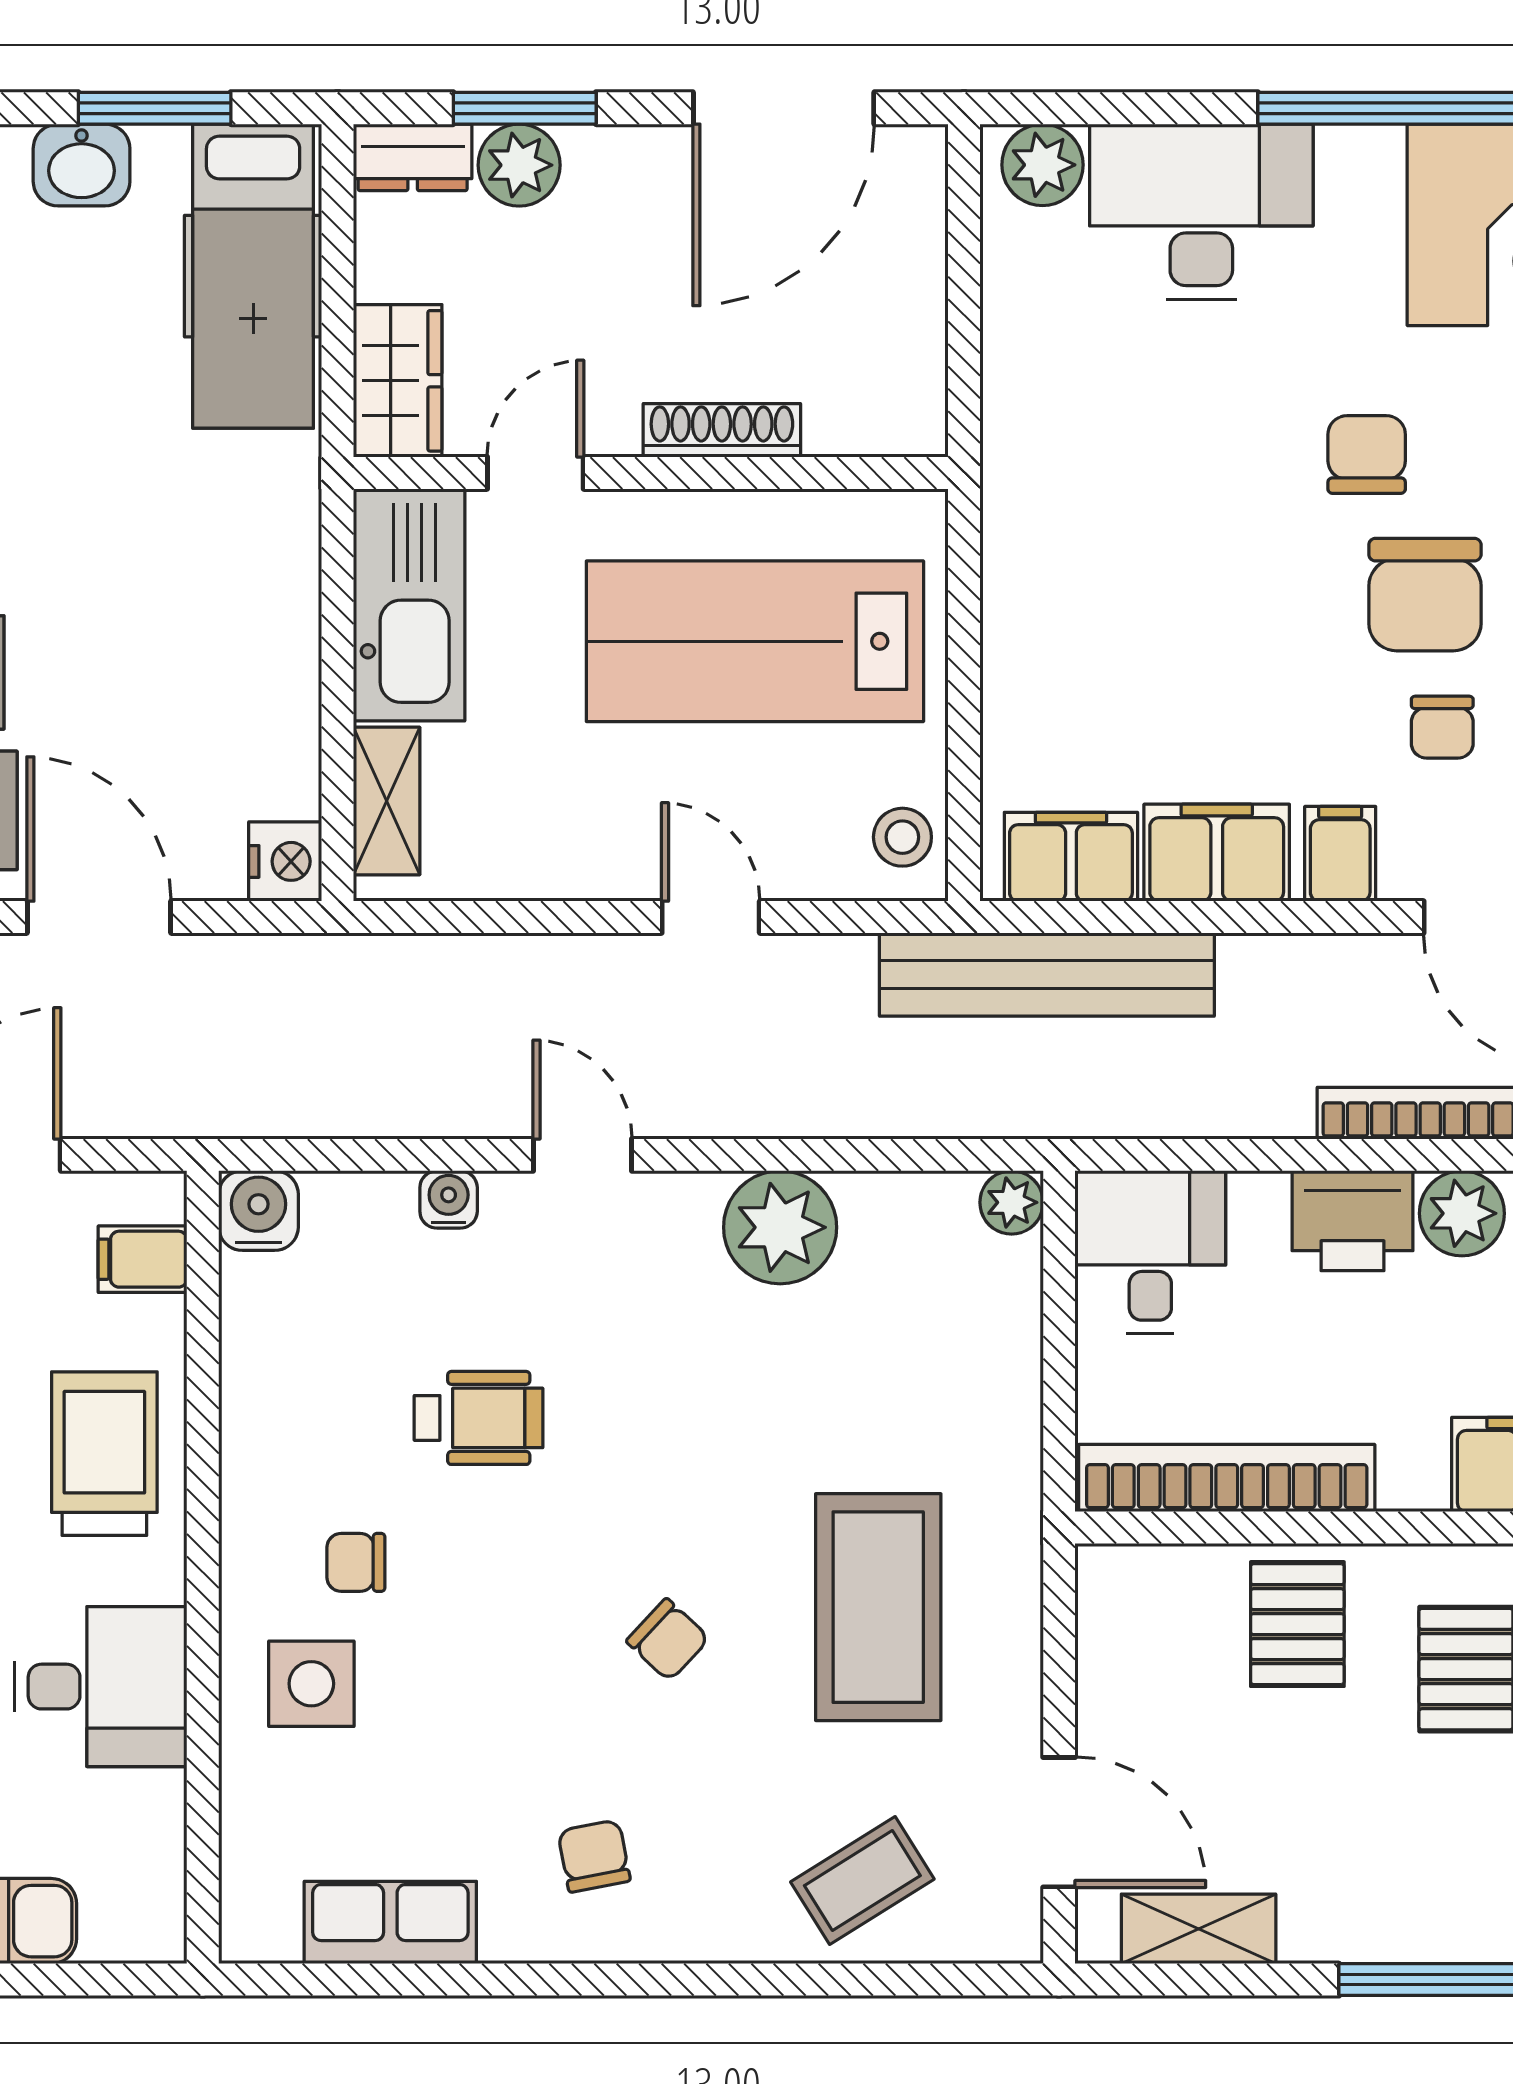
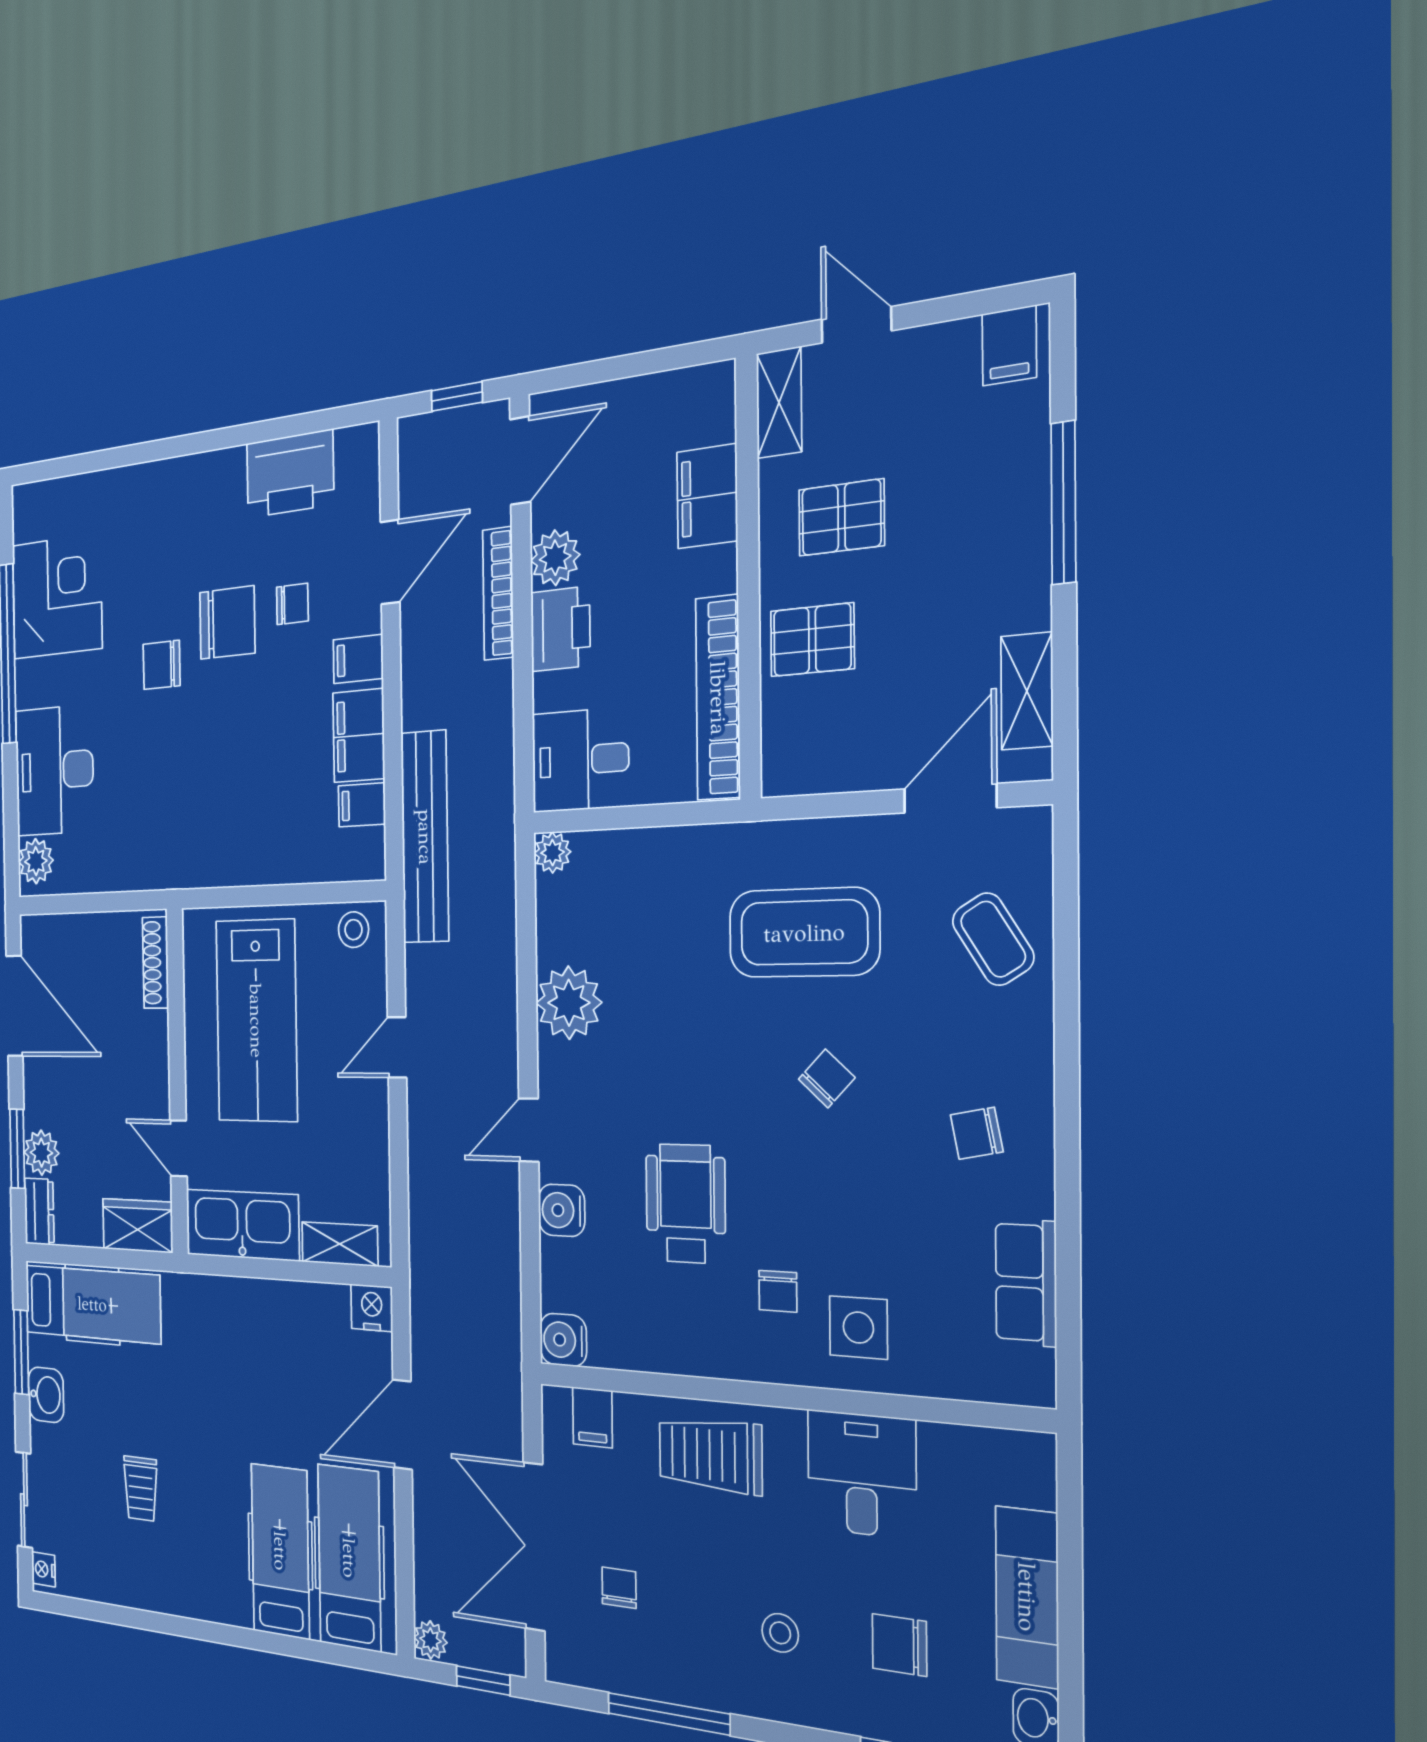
shoe rack: (722, 430) -> (156, 963), moved
filing cabinet: (1071, 857) -> (362, 805), width x0.50
water cooler: (449, 1199) -> (562, 1210), width x1.38, depth x1.38
wheelchair: (478, 1418) -> (686, 1204), width x1.36, depth x1.37

